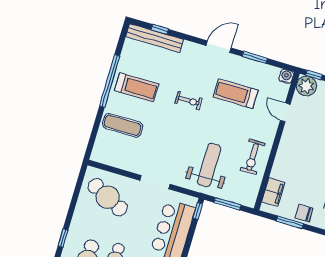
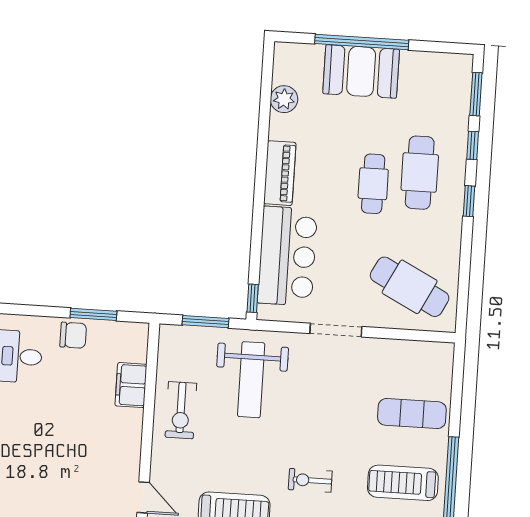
exercise bike: (253, 157) -> (181, 410), turned 180
filing cabinet: (273, 192) -> (131, 385), moved

